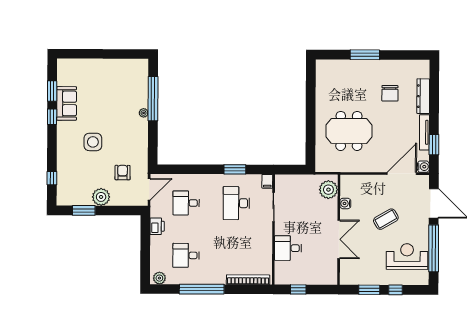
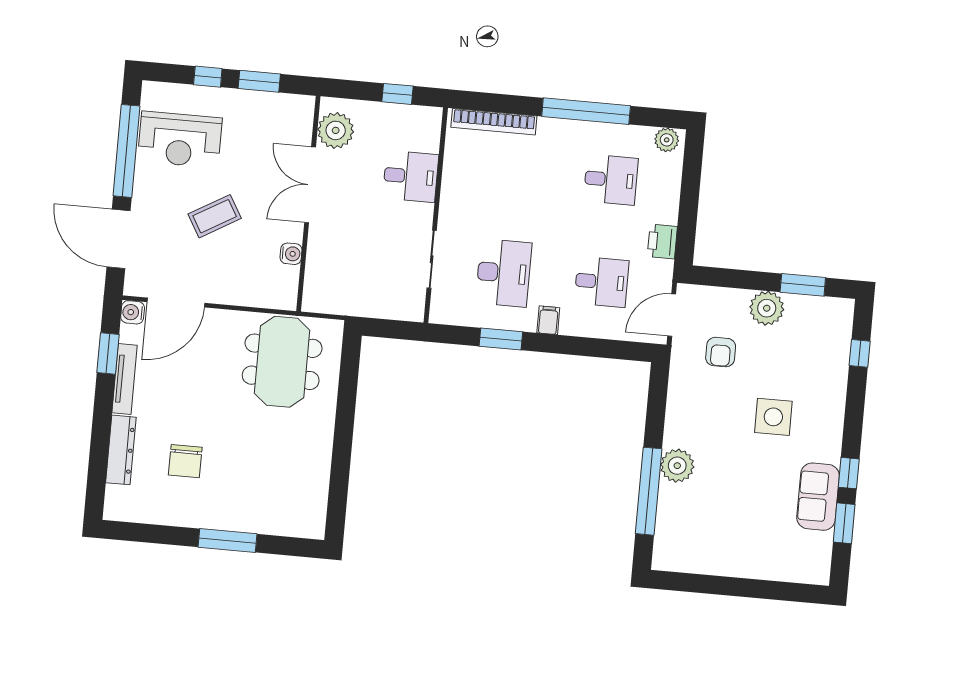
chair: (390, 93) -> (185, 461), turned 180
plant: (144, 113) -> (677, 466), width x1.88, depth x1.88
meeting table: (349, 131) -> (282, 362), moved, turned 90
filing cabinet: (267, 181) -> (548, 320), moved
plant: (328, 190) -> (336, 130), moved

